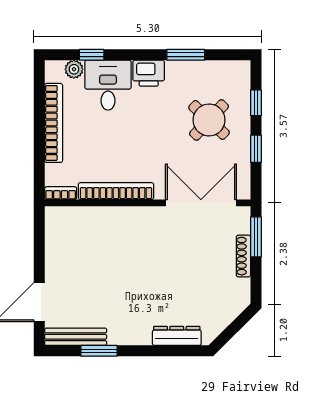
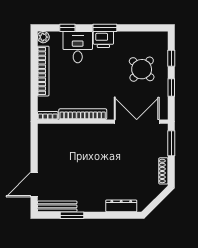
window: (186, 55) -> (105, 28), moved
plant: (74, 69) -> (43, 37), moved
shoe rack: (243, 256) -> (163, 171), moved

